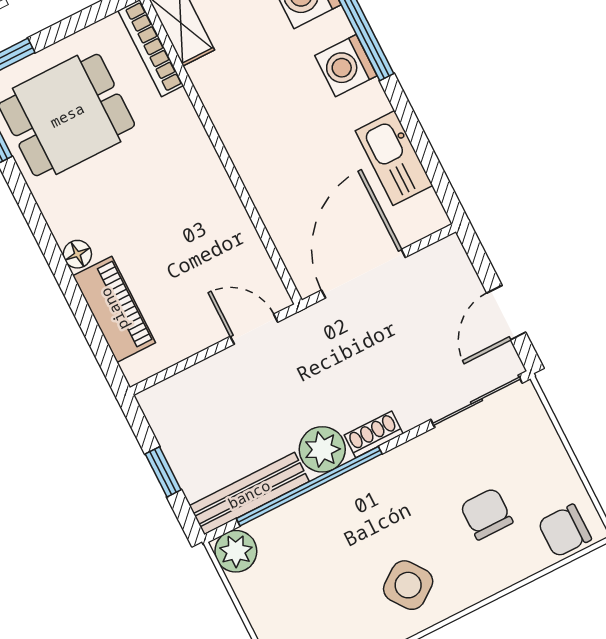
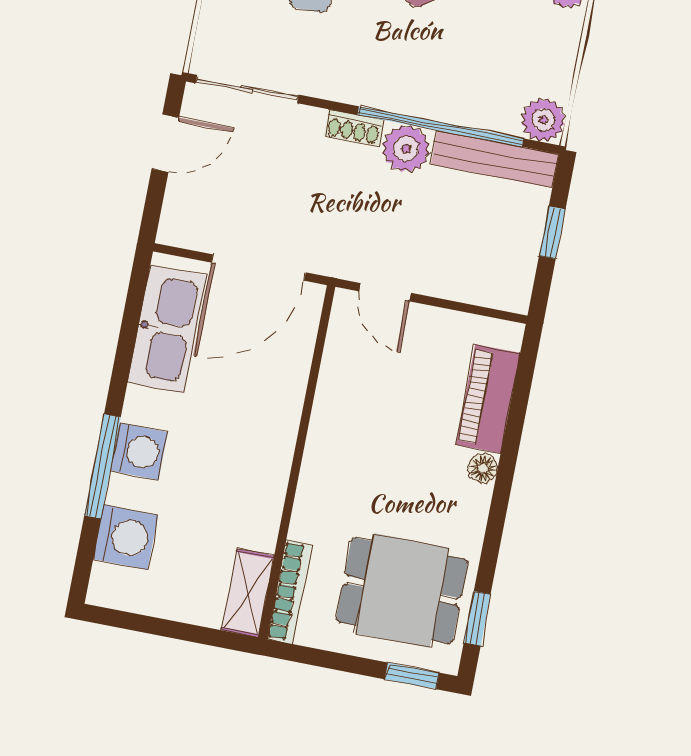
kitchen sink: (394, 158) -> (167, 329), width x1.36, depth x1.24

